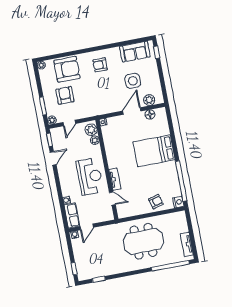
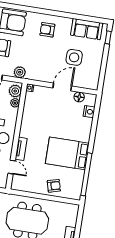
plant: (149, 100) -> (20, 72), moved
bed: (154, 151) -> (67, 153), moved
nightstand: (178, 202) -> (89, 112), moved

